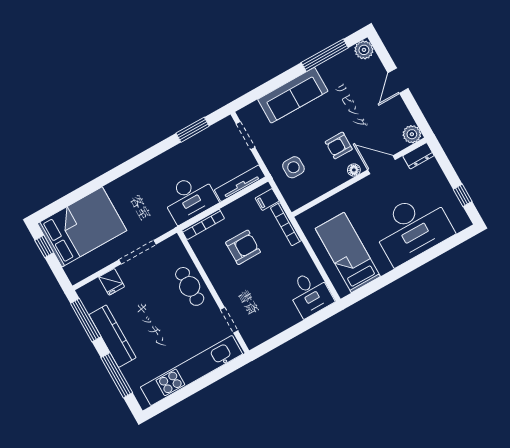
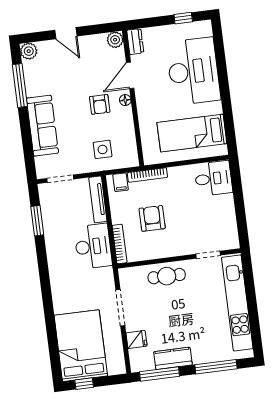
kitchen counter: (112, 336) -> (173, 358), width x0.67

